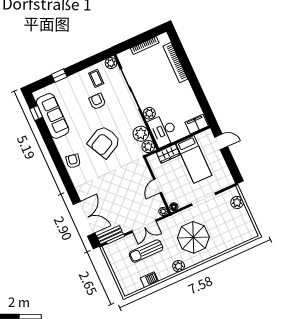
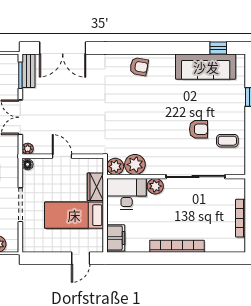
plant: (111, 63) -> (238, 167), removed
bookcase: (175, 63) -> (177, 246), moved
armchair: (104, 142) -> (145, 115), removed

